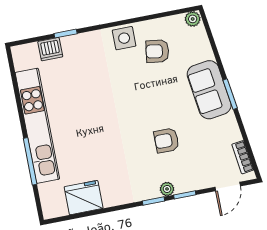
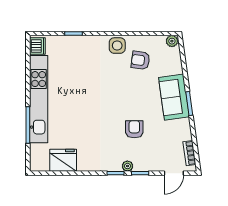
dishwasher: (50, 49) -> (37, 46), moved, turned -90
armchair: (167, 140) -> (134, 129), turned 90

